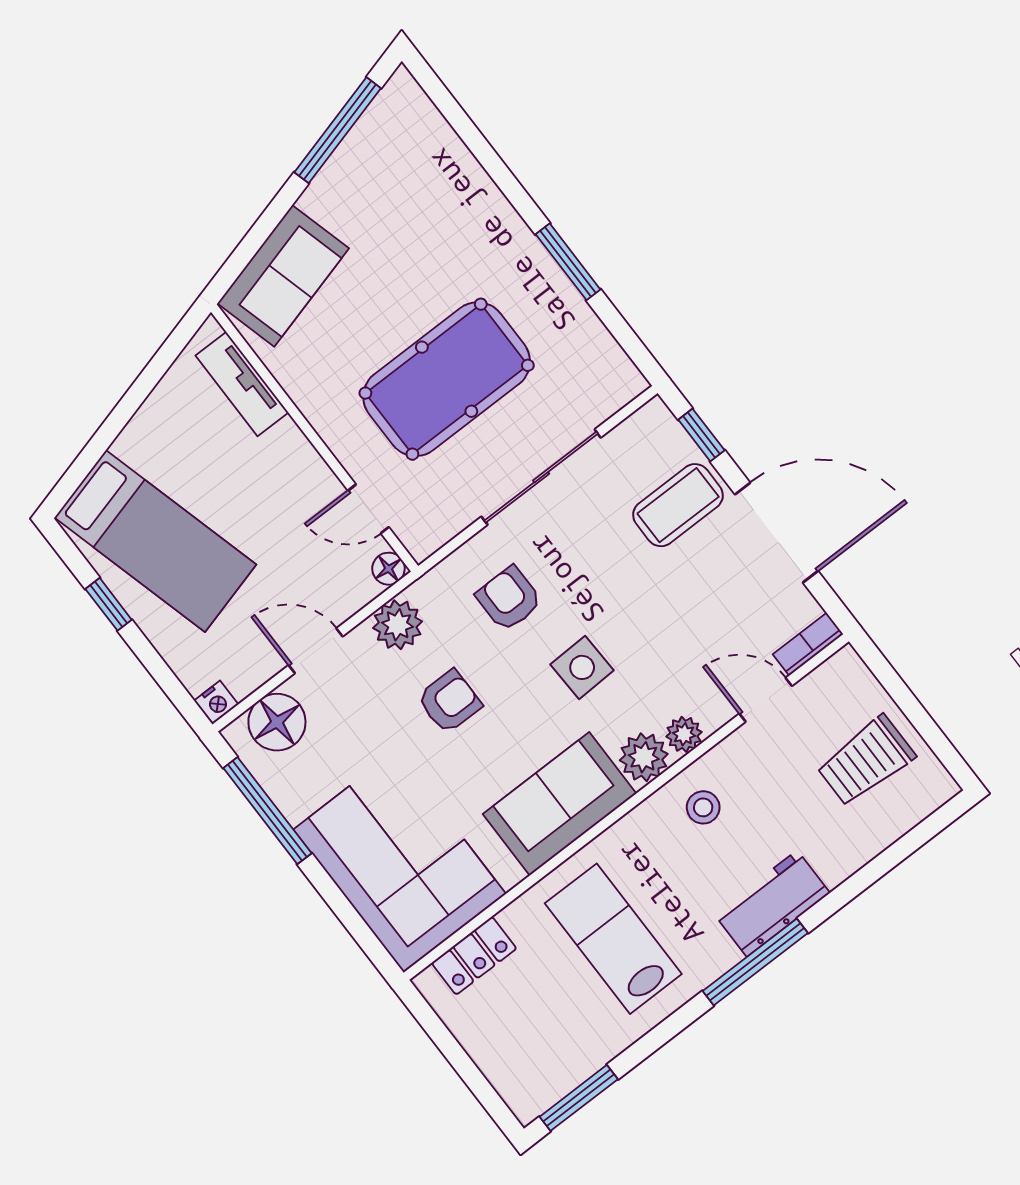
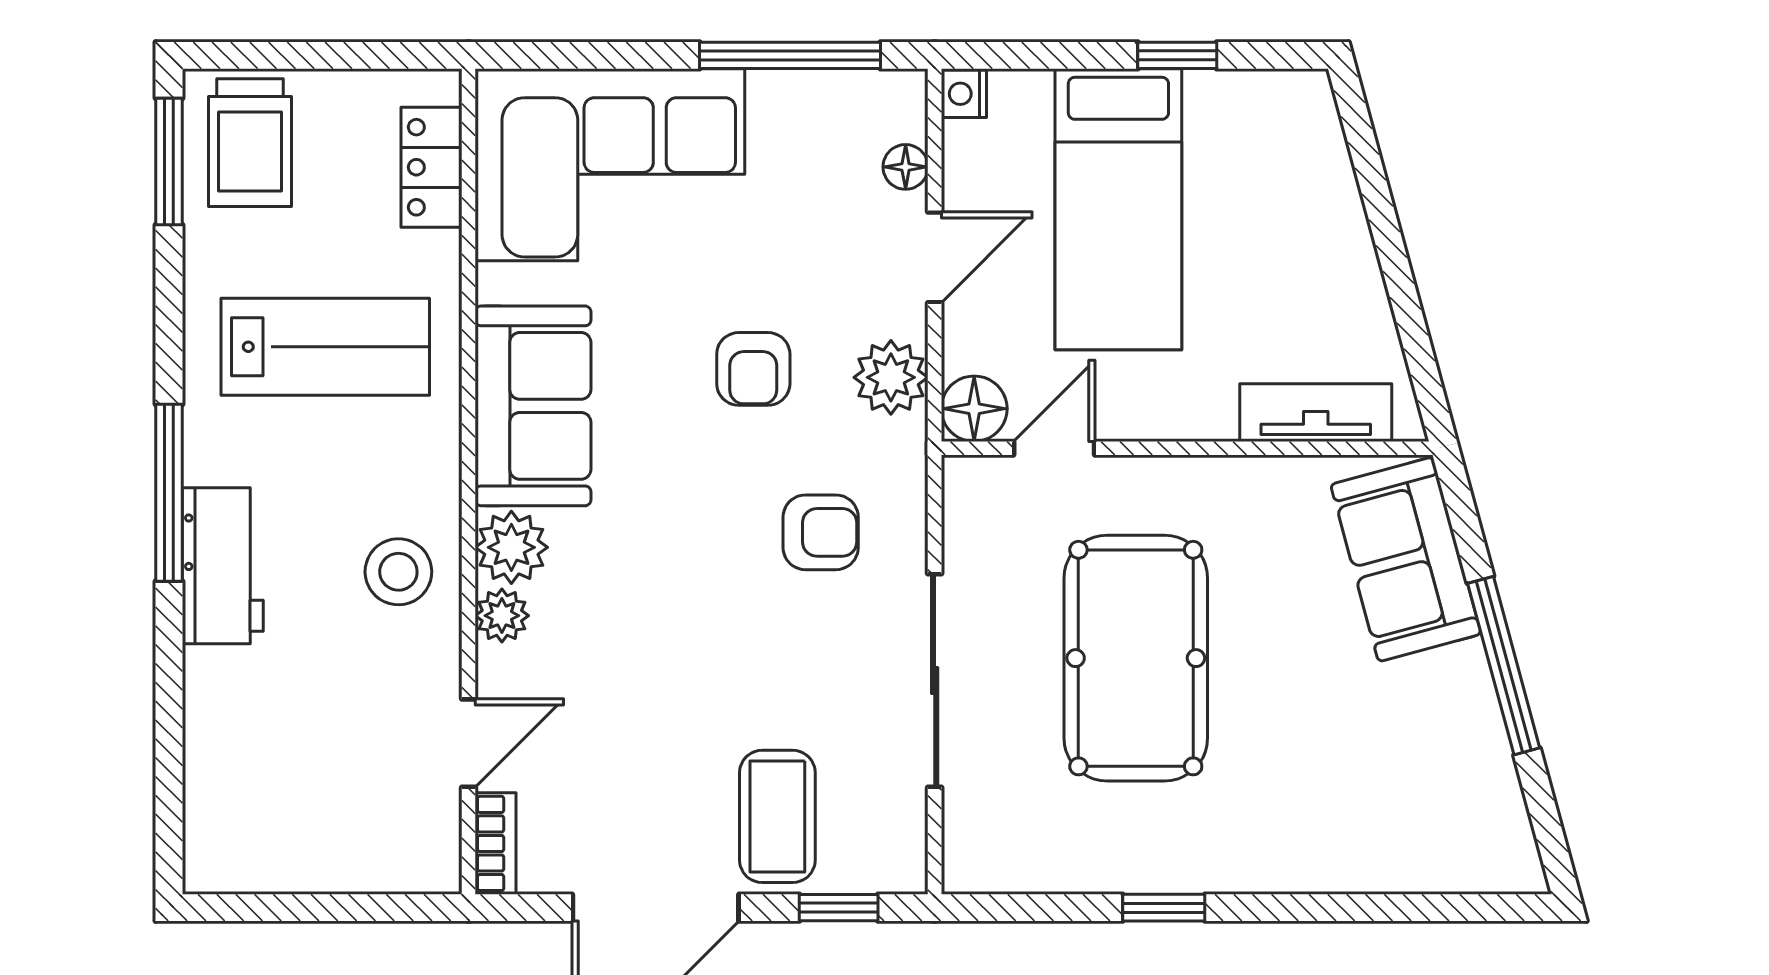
window: (338, 130) -> (1504, 666), moved
window: (568, 262) -> (1164, 908), width x0.67
bed: (155, 541) -> (1118, 209), moved, turned -75
floor lamp: (388, 569) -> (974, 409), width x1.37, depth x1.37
side table: (582, 667) -> (673, 556), removed
floor lamp: (277, 722) -> (906, 167), width x0.53, depth x0.53
trolley: (866, 761) -> (250, 143), moved, turned 180
stool: (703, 807) -> (398, 572), width x1.37, depth x1.37

